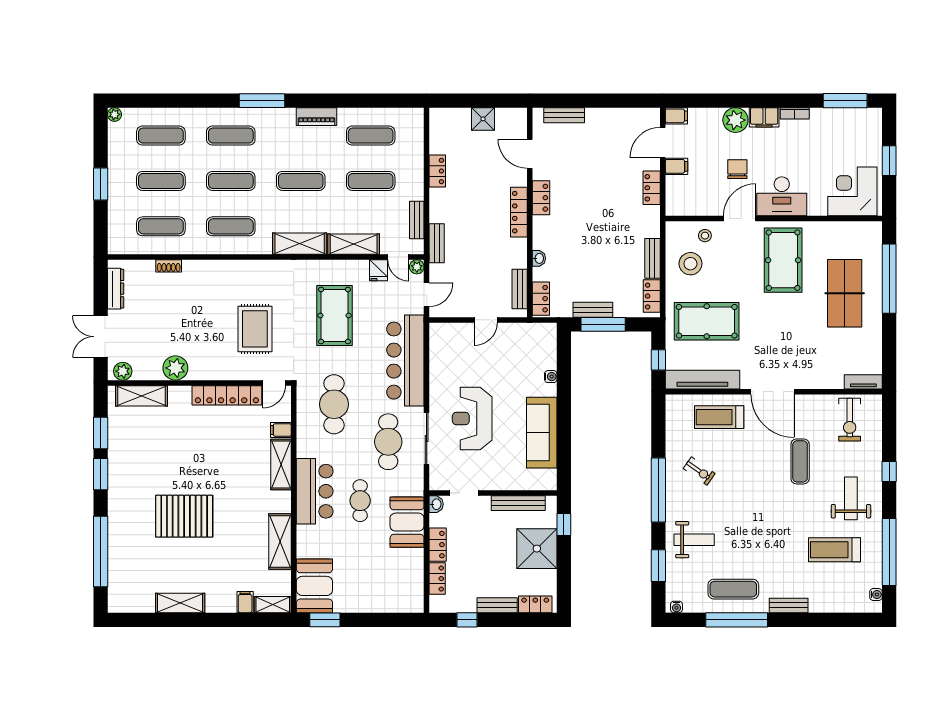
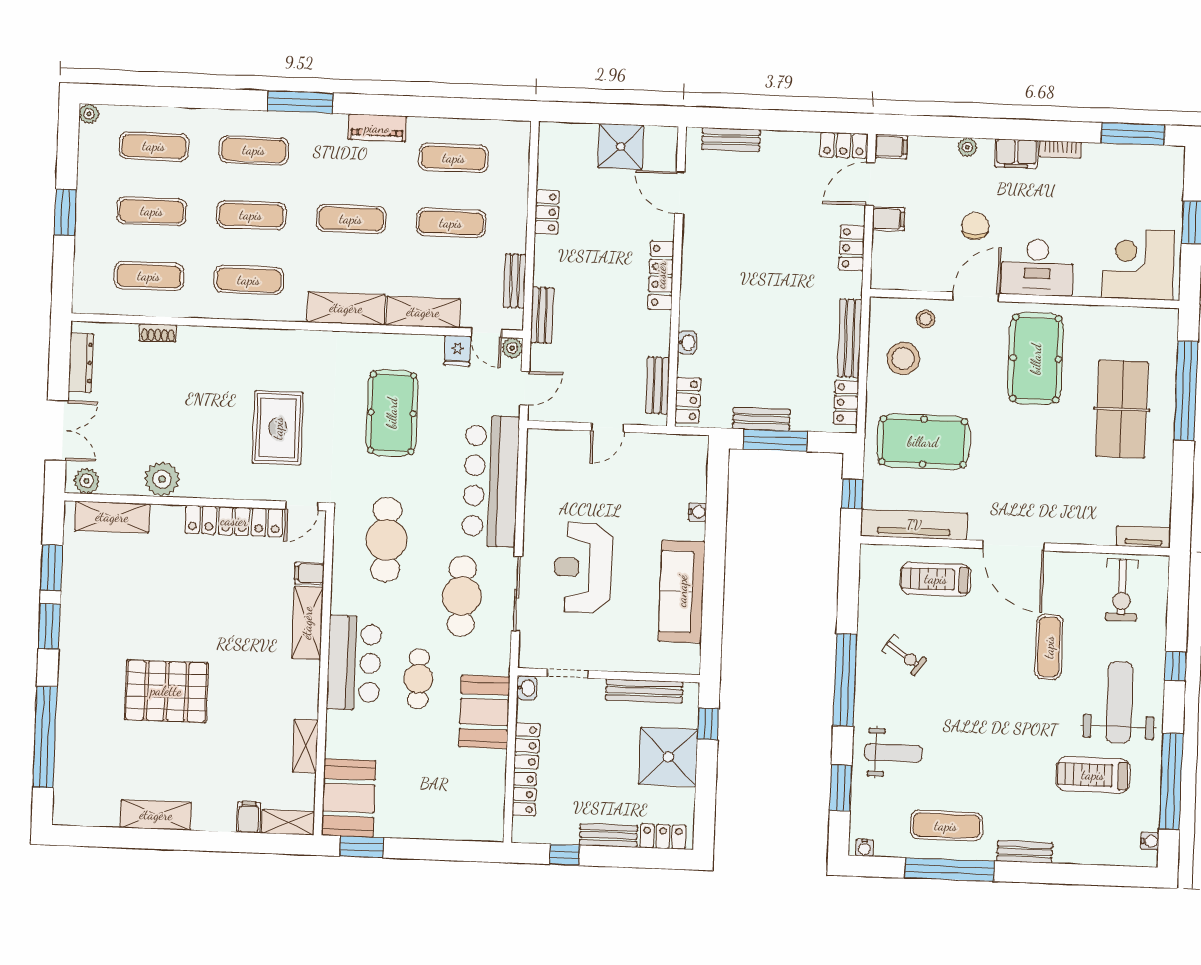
shower: (483, 119) -> (621, 146), width x1.36, depth x1.36
plant: (735, 120) -> (967, 147), width x0.53, depth x0.53
locker: (541, 198) -> (843, 145), moved, turned 90
bench: (652, 258) -> (850, 338), width x1.36
double door: (101, 337) -> (57, 430), swing flipped
weight bench: (851, 498) -> (1119, 702), width x1.36, depth x1.33
shelving: (280, 541) -> (305, 746), width x0.67, depth x0.75

